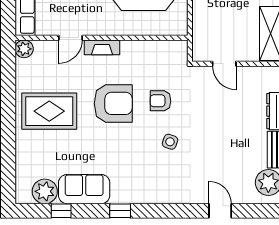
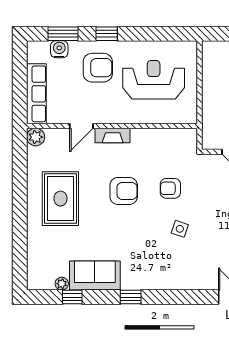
armchair: (113, 103) -> (124, 191), width x0.73, depth x0.73
rug: (49, 111) -> (60, 199), turned 90
plant: (45, 191) -> (62, 284), width x0.53, depth x0.53

